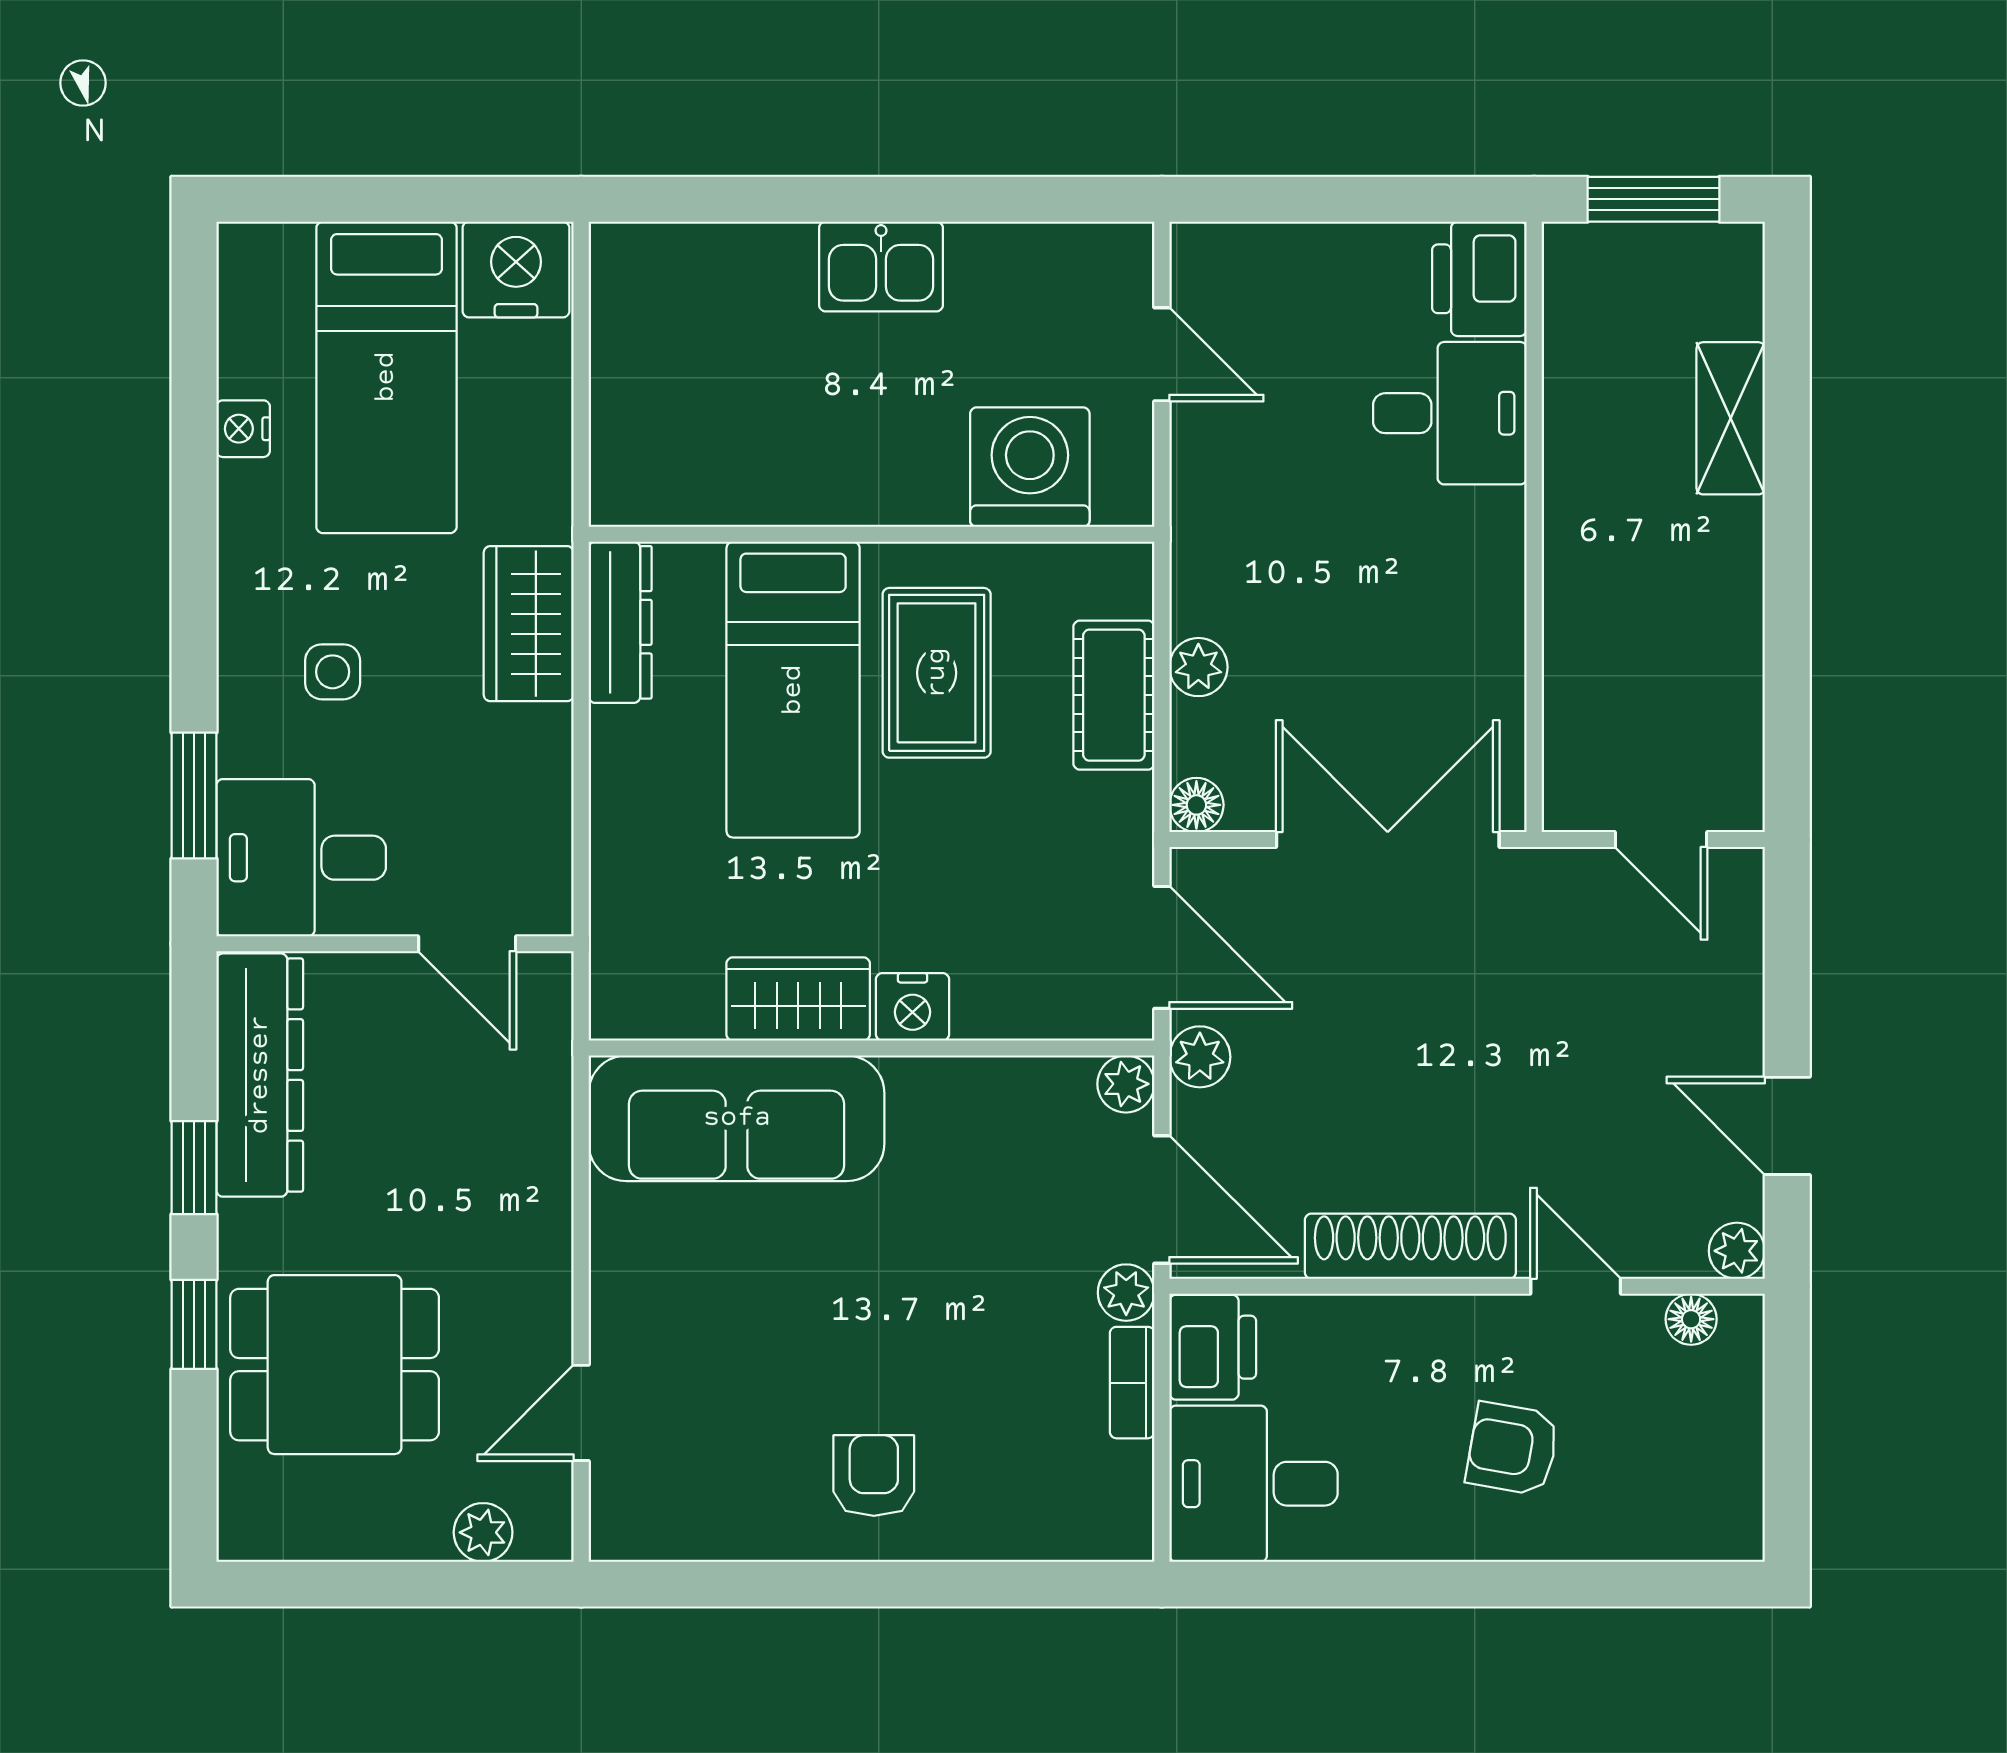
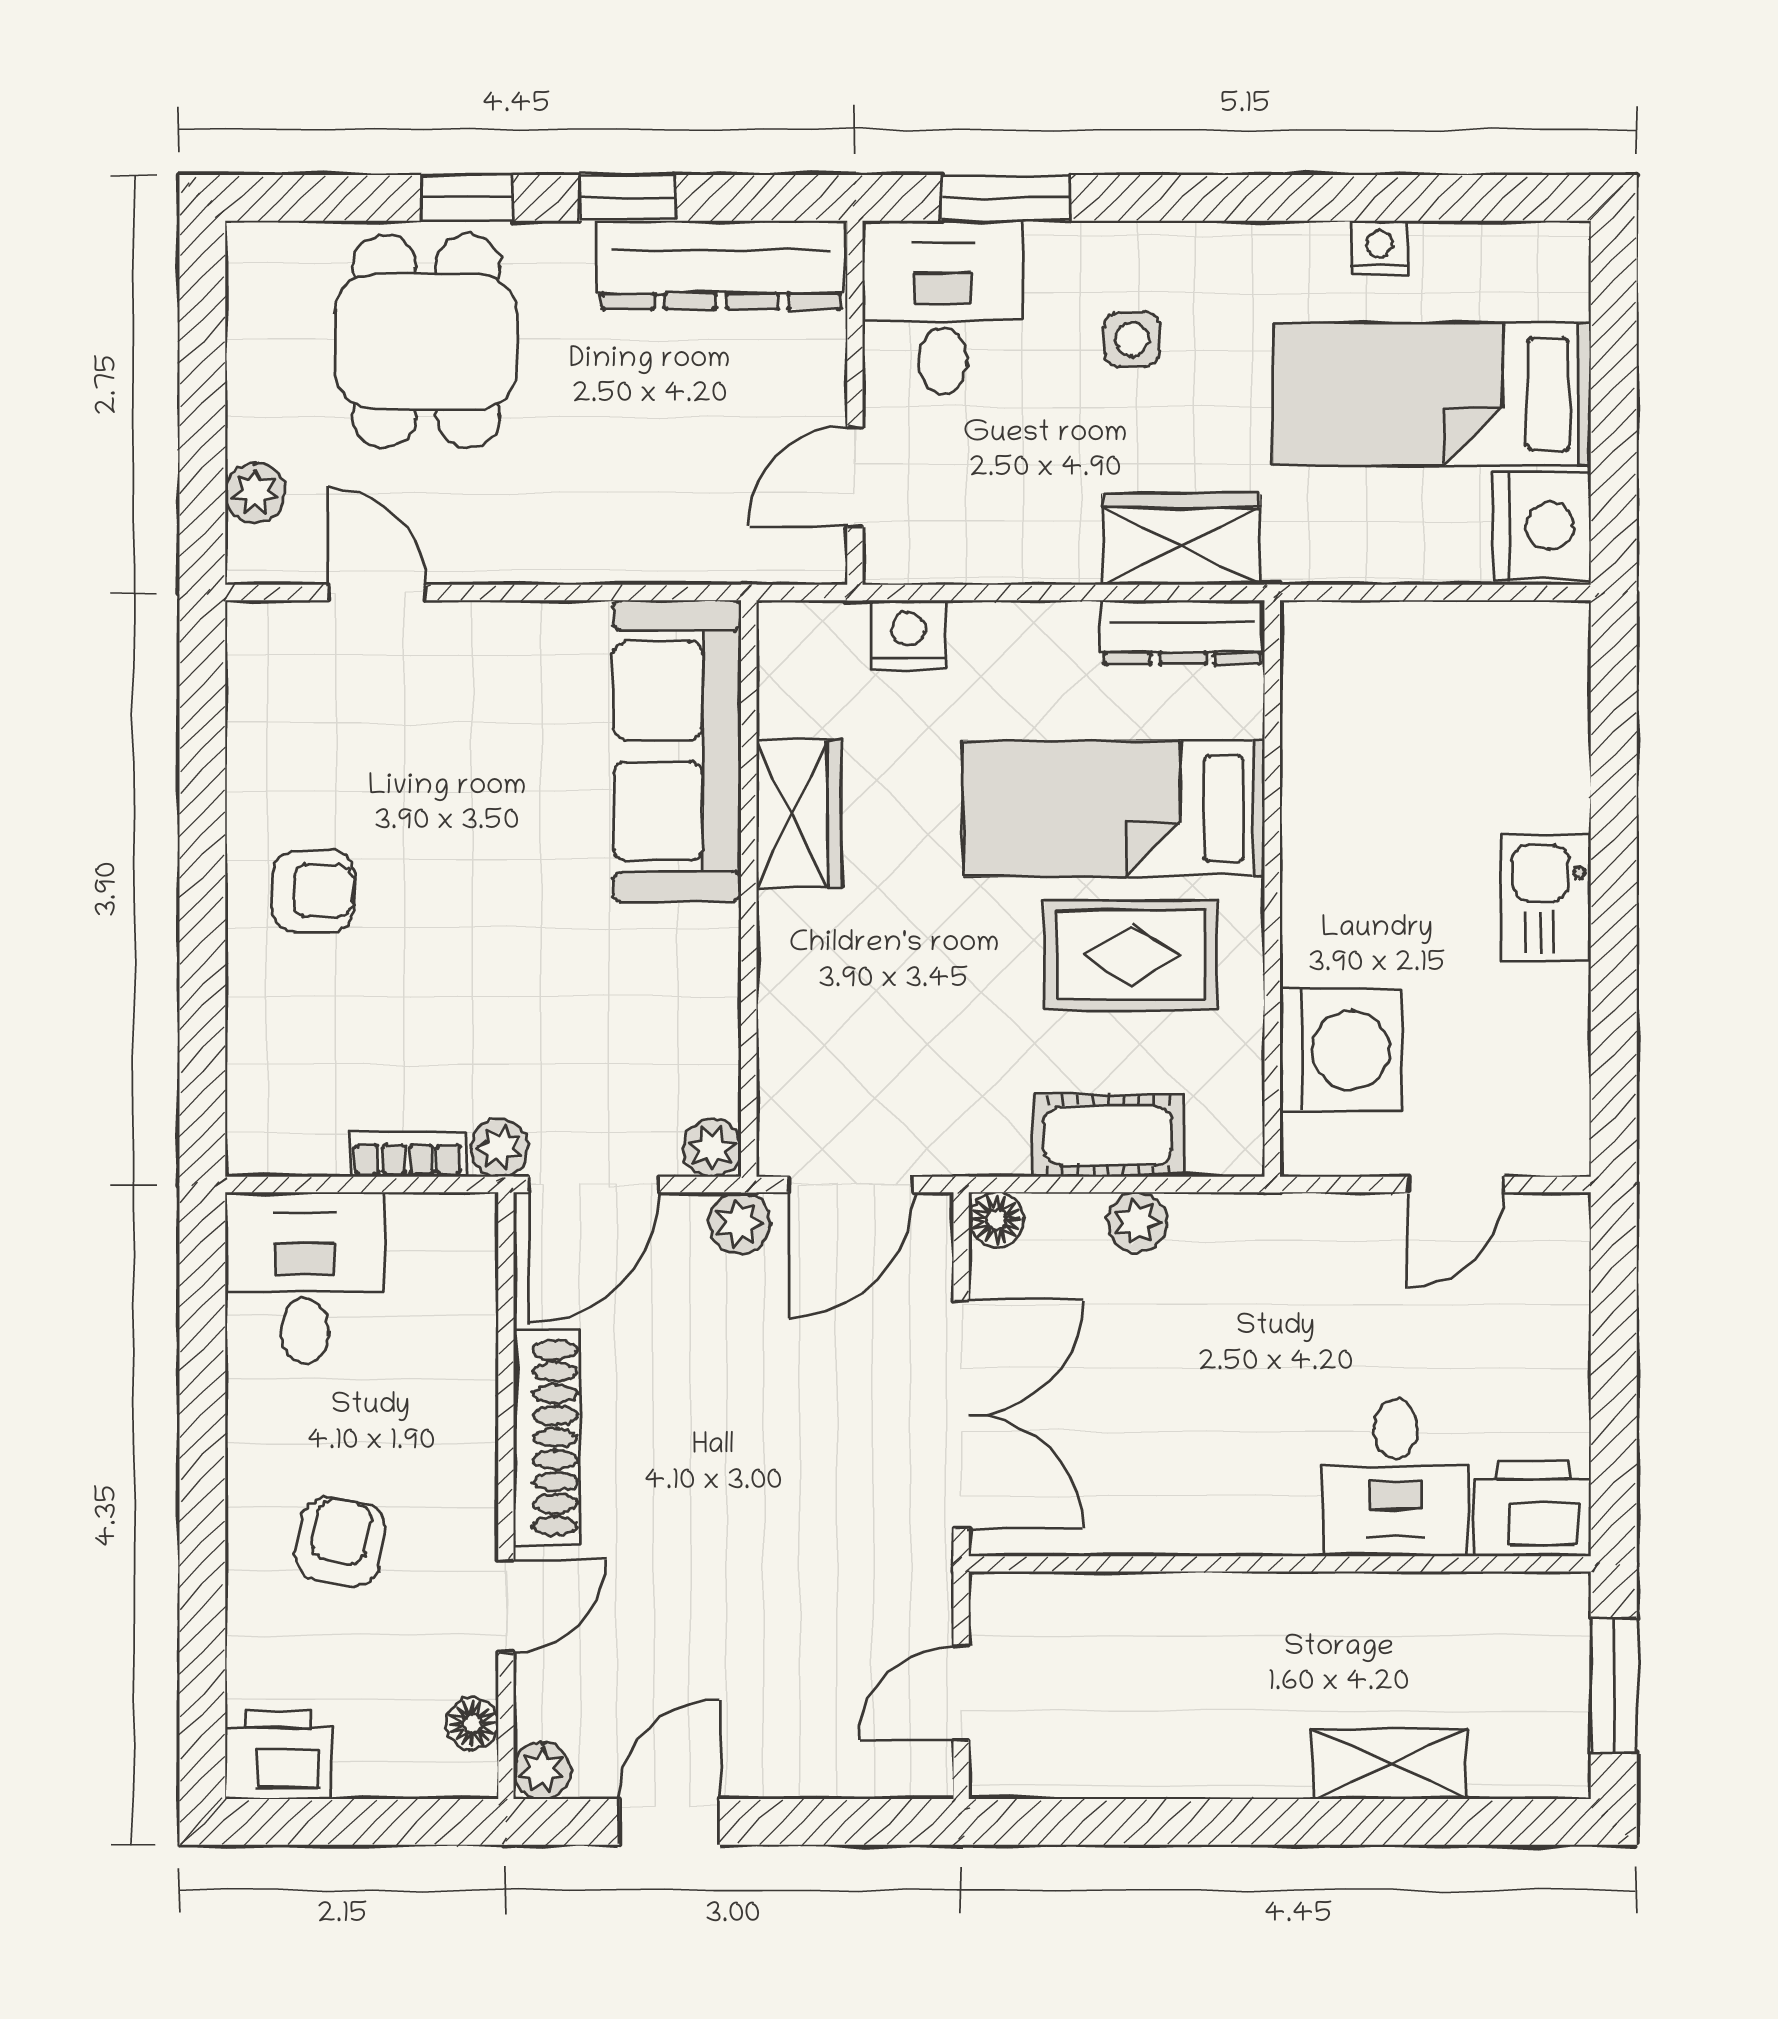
nightstand: (913, 1007) -> (908, 635), moved, turned 90
printer: (1213, 1347) -> (279, 1755), moved, turned 180

